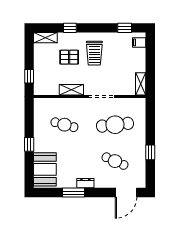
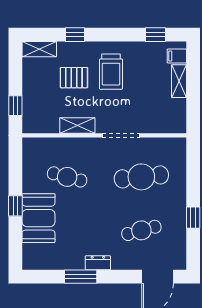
shelving: (141, 84) -> (179, 81), moved
cafe table: (115, 161) -> (141, 230), turned -39
booth: (45, 169) -> (38, 218), moved

